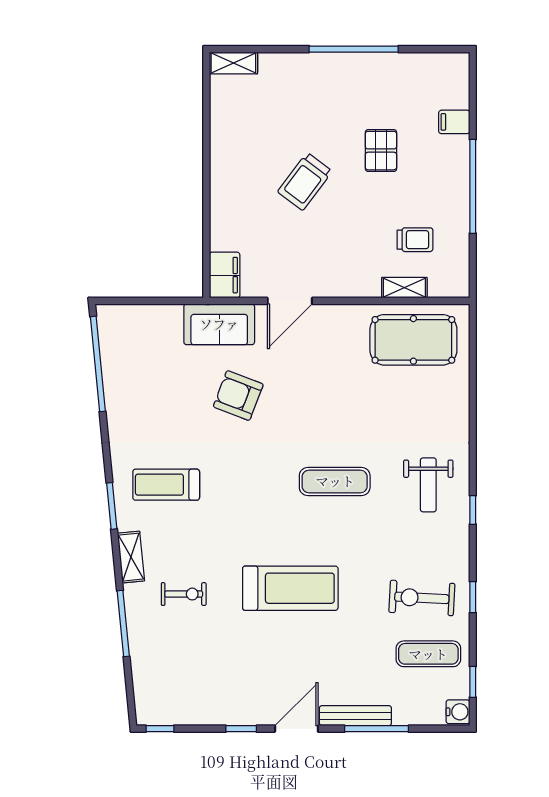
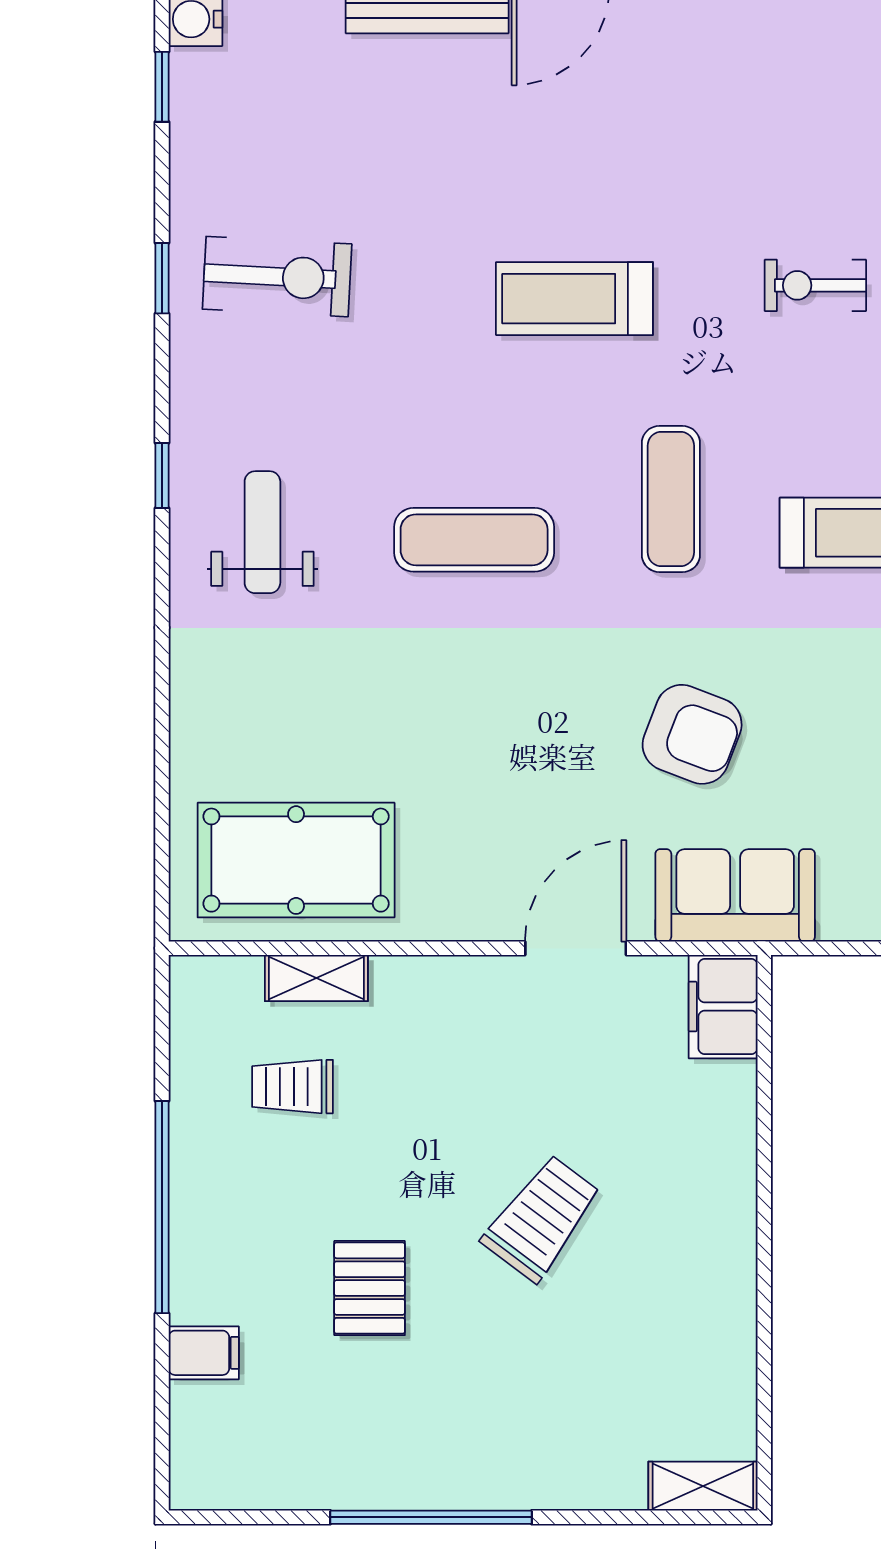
treadmill: (290, 588) -> (574, 299), width x0.73, depth x0.73
exercise mat: (428, 654) -> (671, 499), moved, turned 90

